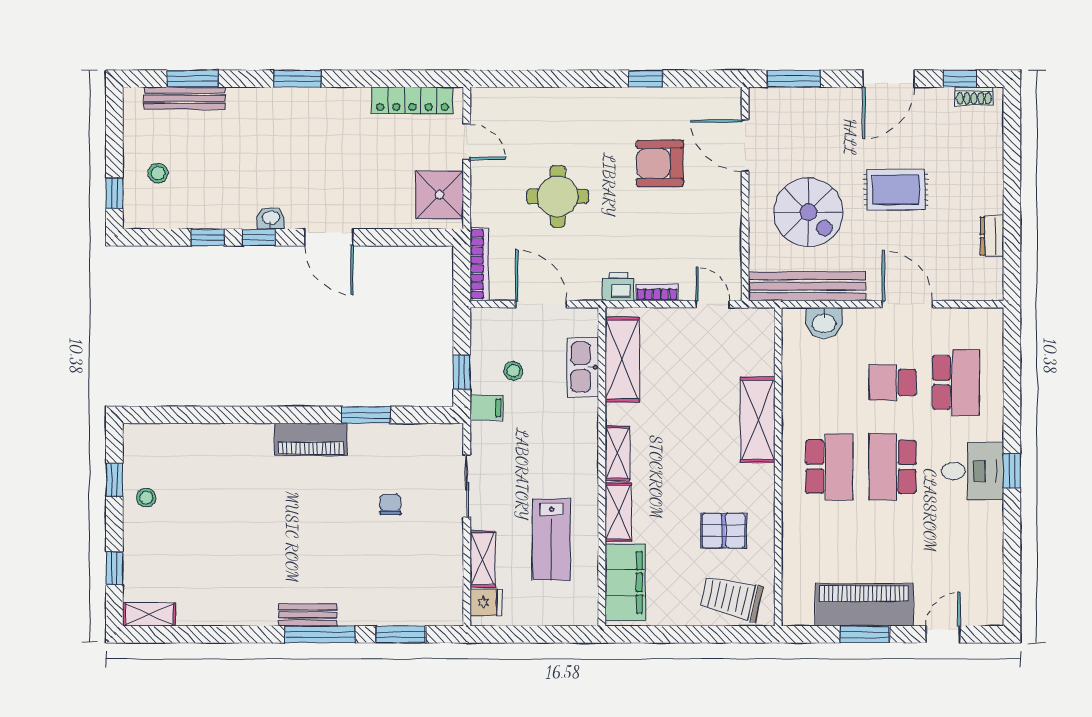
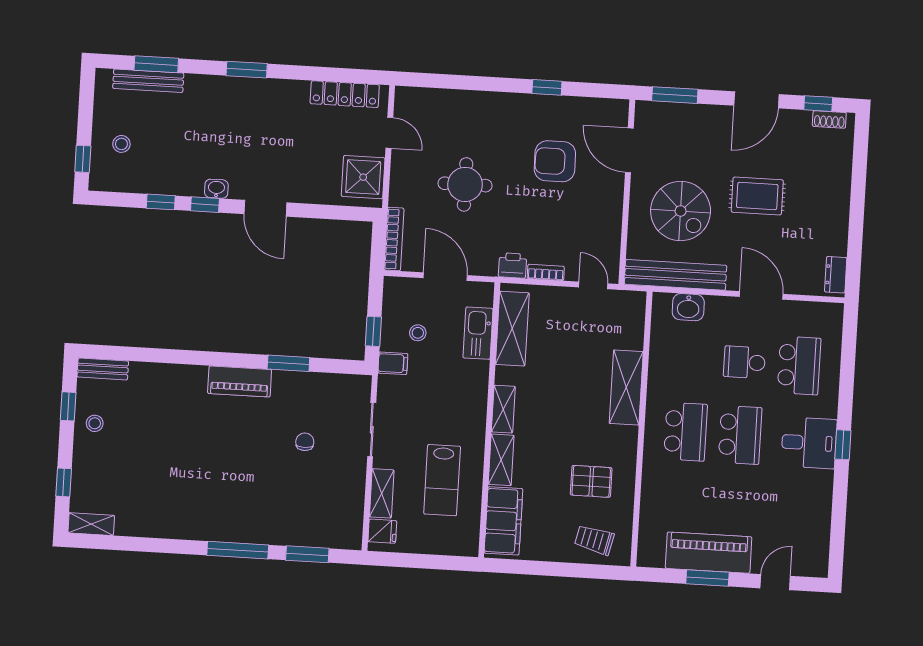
dresser: (992, 236) -> (836, 275), moved
school desk: (893, 467) -> (740, 435), turned 180
trolley: (731, 598) -> (594, 540), width x0.73, depth x0.72
bench: (308, 615) -> (103, 369), moved

